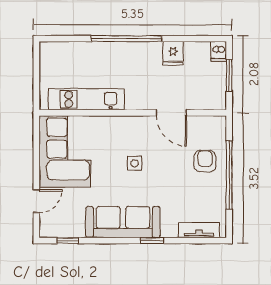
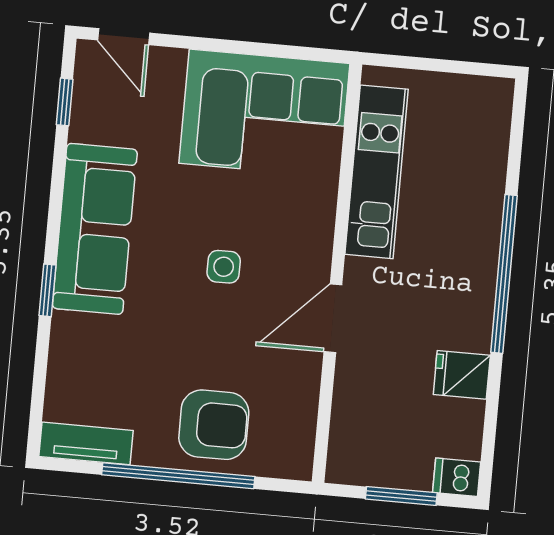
door: (171, 113) -> (333, 318), moved
armchair: (205, 161) -> (214, 425), width x1.38, depth x1.38
door: (36, 201) -> (124, 37), moved
tv unit: (199, 230) -> (86, 443), moved, turned -90

